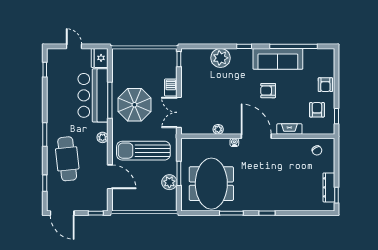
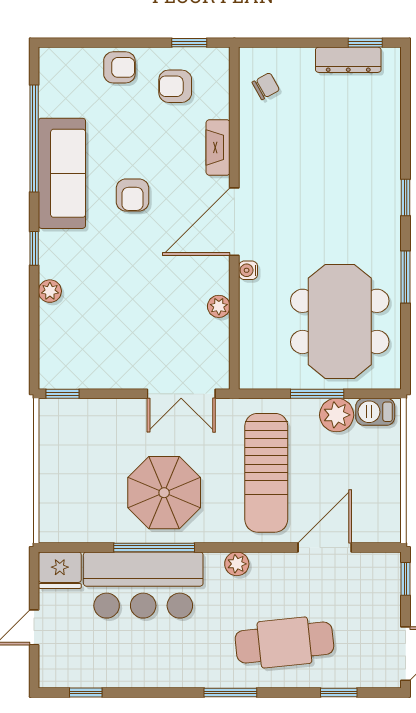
plant: (220, 58) -> (50, 291), width x0.53, depth x0.53
barbecue: (171, 88) -> (375, 412), moved
meeting table: (211, 184) -> (340, 321), turned 90

